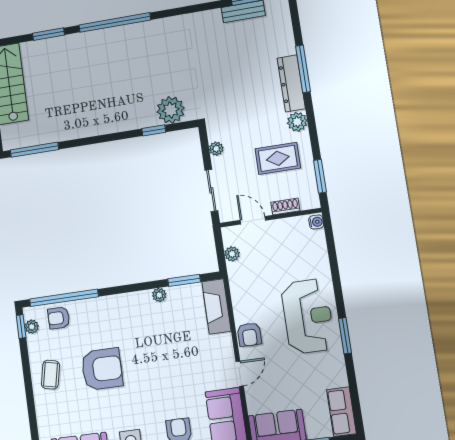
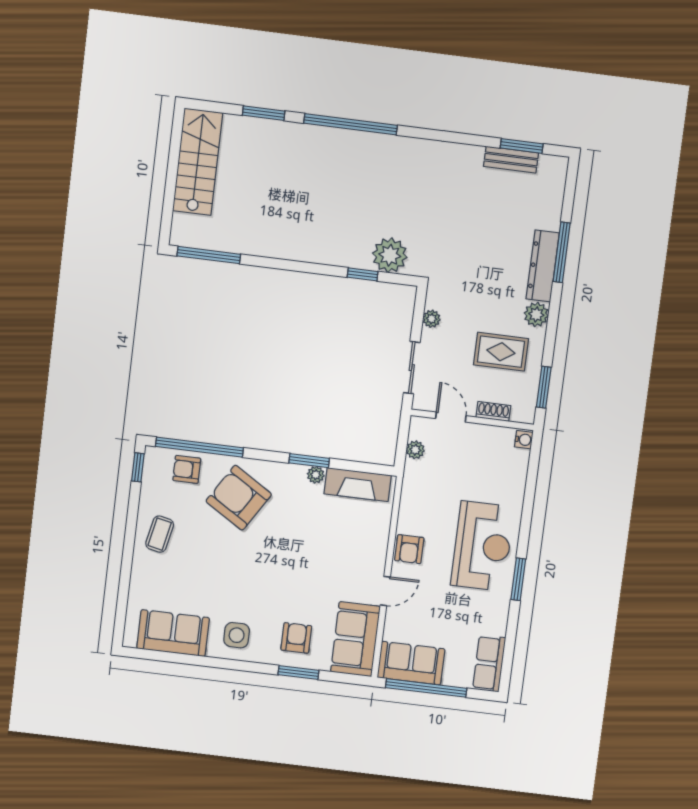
window: (184, 280) -> (309, 461), moved
fireplace: (216, 306) -> (358, 485), moved, turned -90
plant: (32, 327) -> (151, 471), removed
armchair: (102, 369) -> (239, 498), moved, turned -148

